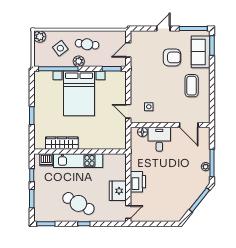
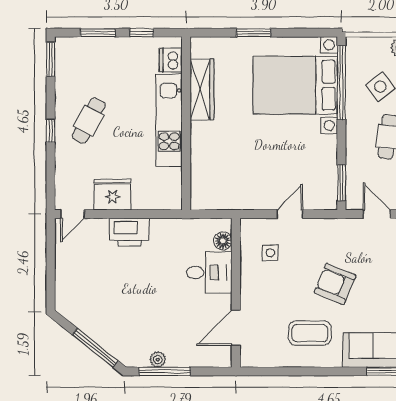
armchair: (172, 57) -> (335, 284), moved, turned 112
plant: (79, 61) -> (356, 121), removed
bed with nightstands: (79, 93) -> (295, 85), moved
door: (128, 111) -> (290, 214), moved
cafe table: (78, 203) -> (89, 121), width x0.73, depth x0.74
door: (128, 212) -> (73, 214), hinge flipped

